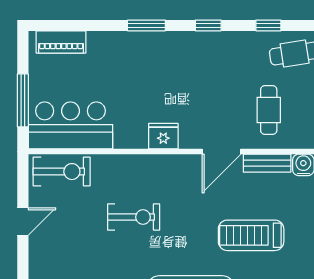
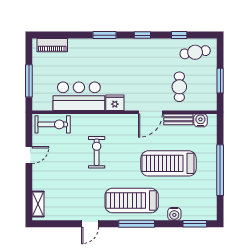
bar counter: (70, 125) -> (79, 96), moved
exercise bike: (134, 217) -> (97, 152), turned -90
treadmill: (251, 235) -> (168, 163), width x1.37, depth x1.38

